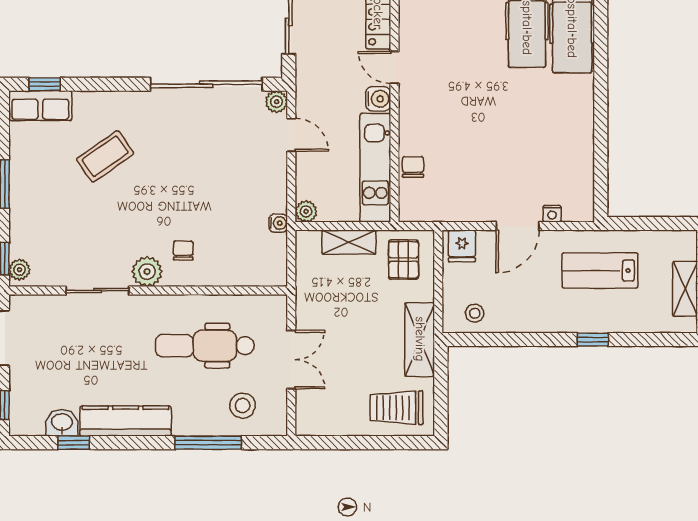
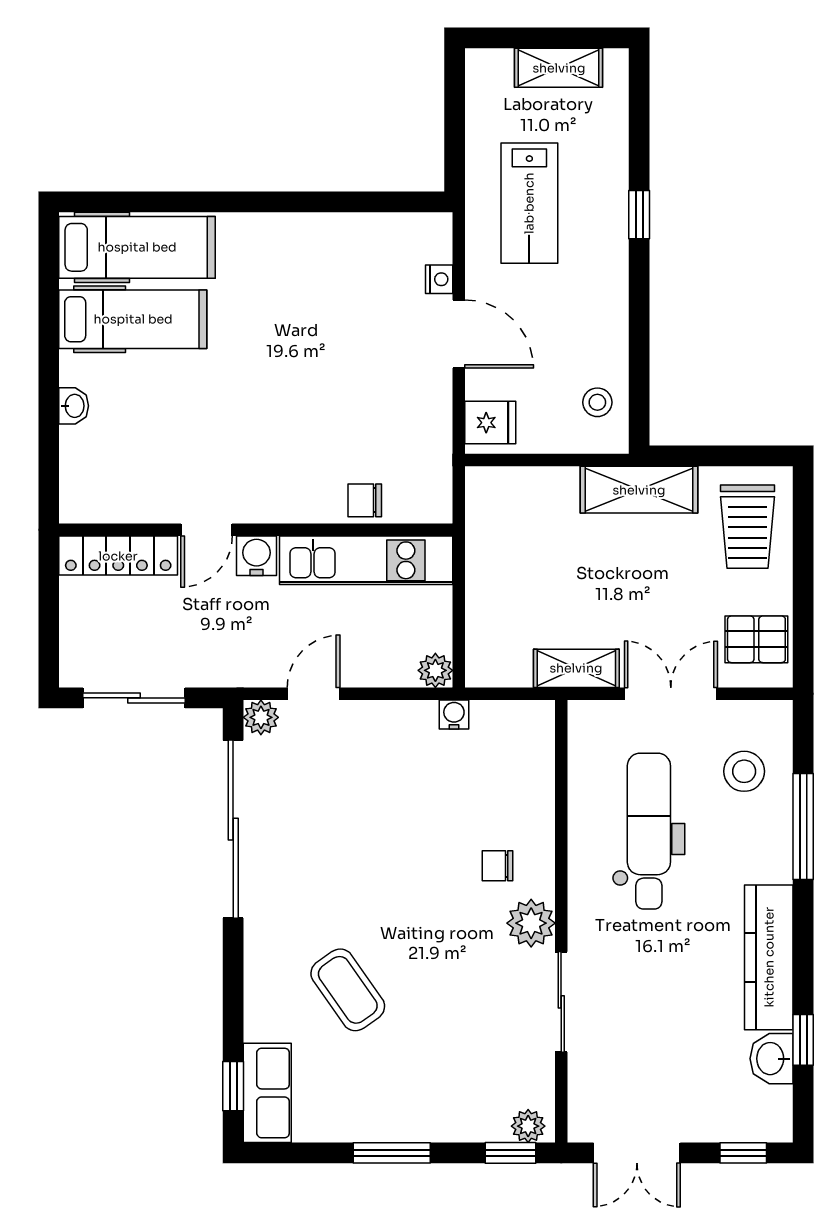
shelving: (349, 242) -> (576, 668), moved, turned 90
pallet: (404, 260) -> (756, 639), moved
dental chair: (205, 346) -> (649, 831), turned 180

